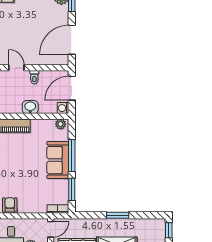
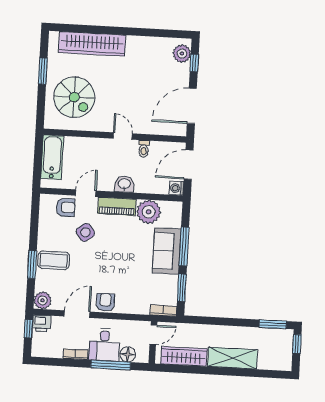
washbasin: (30, 107) -> (124, 184), moved
plant: (61, 124) -> (149, 212), moved, width x1.87, depth x1.87
window: (118, 215) -> (273, 324), moved

